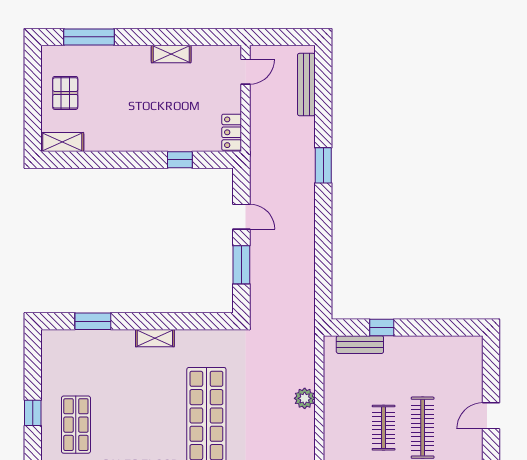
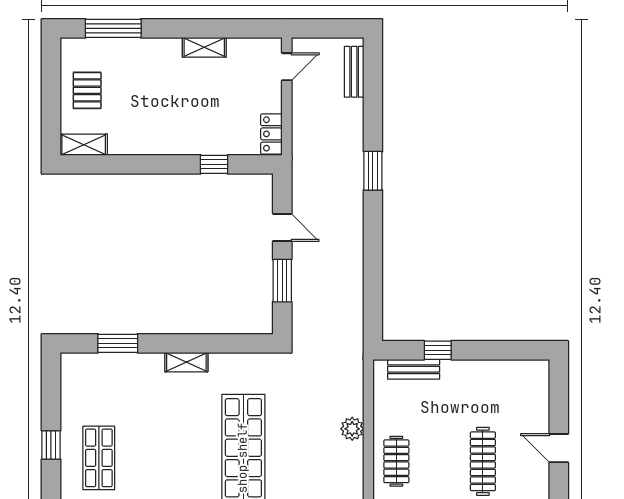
bench: (306, 85) -> (354, 72), width x0.73
door: (491, 416) -> (559, 448), hinge flipped
clothes rail: (384, 428) -> (396, 461), moved

